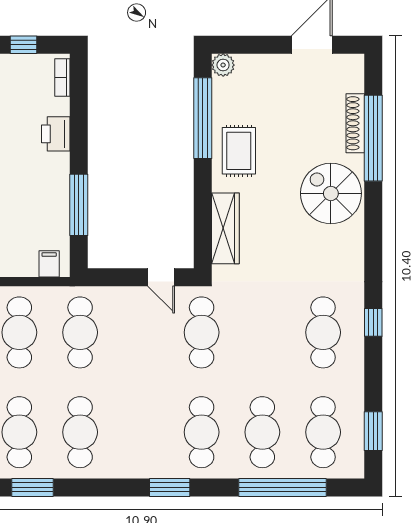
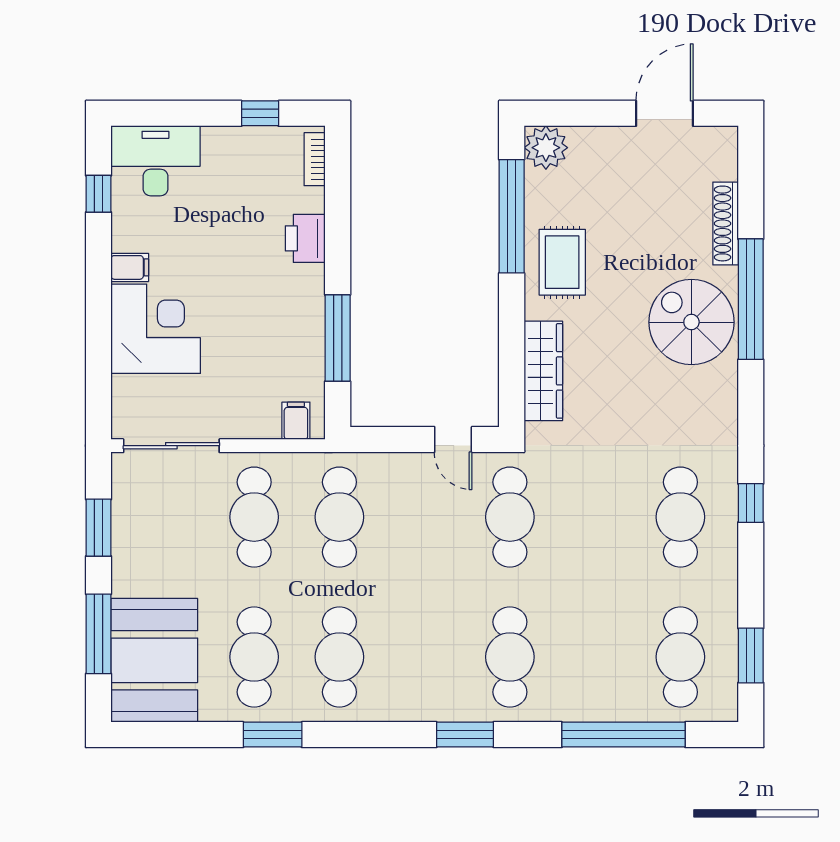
plant: (223, 65) -> (546, 148), width x1.36, depth x1.36
window: (373, 138) -> (751, 299), moved
cafe table: (262, 432) -> (595, 657), removed

